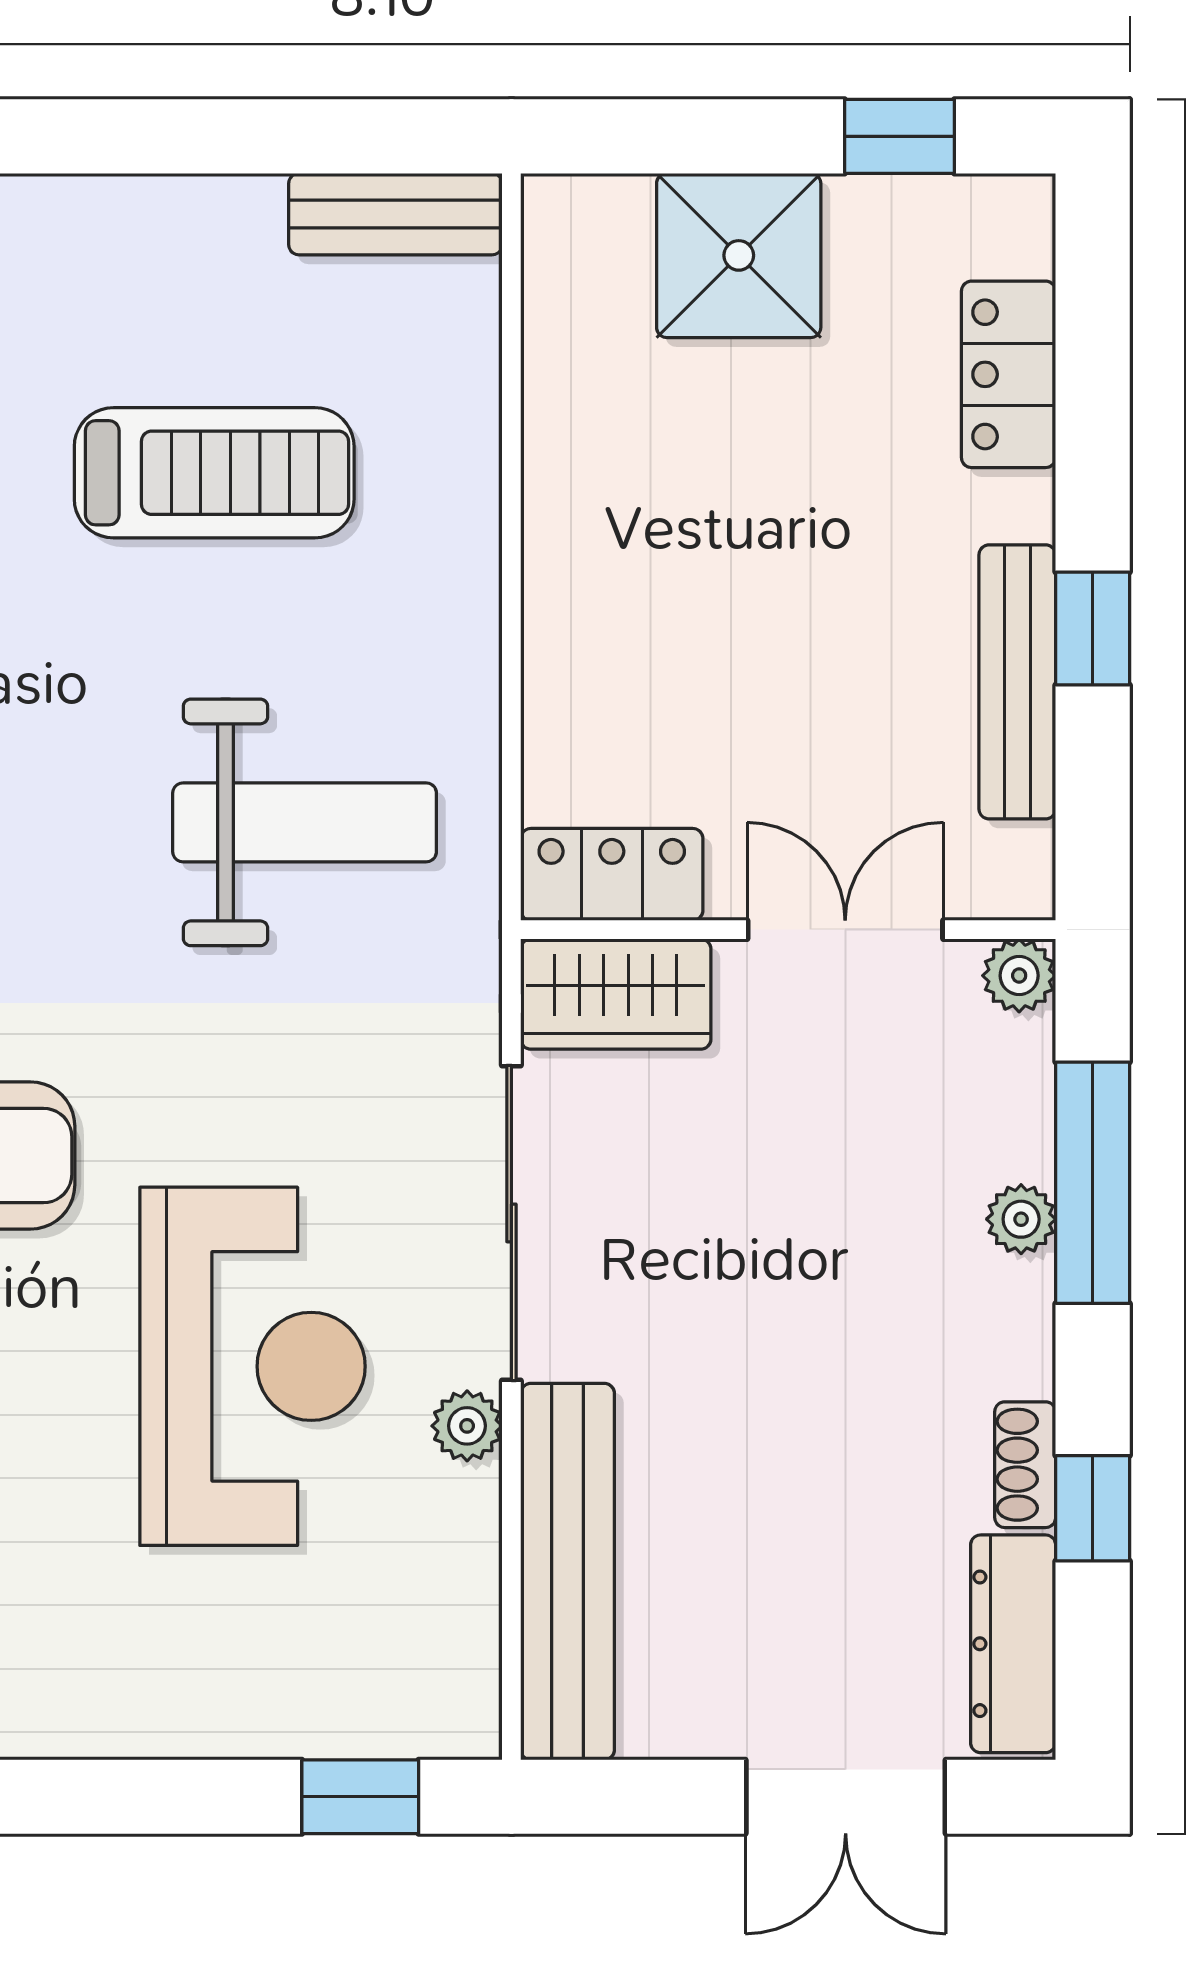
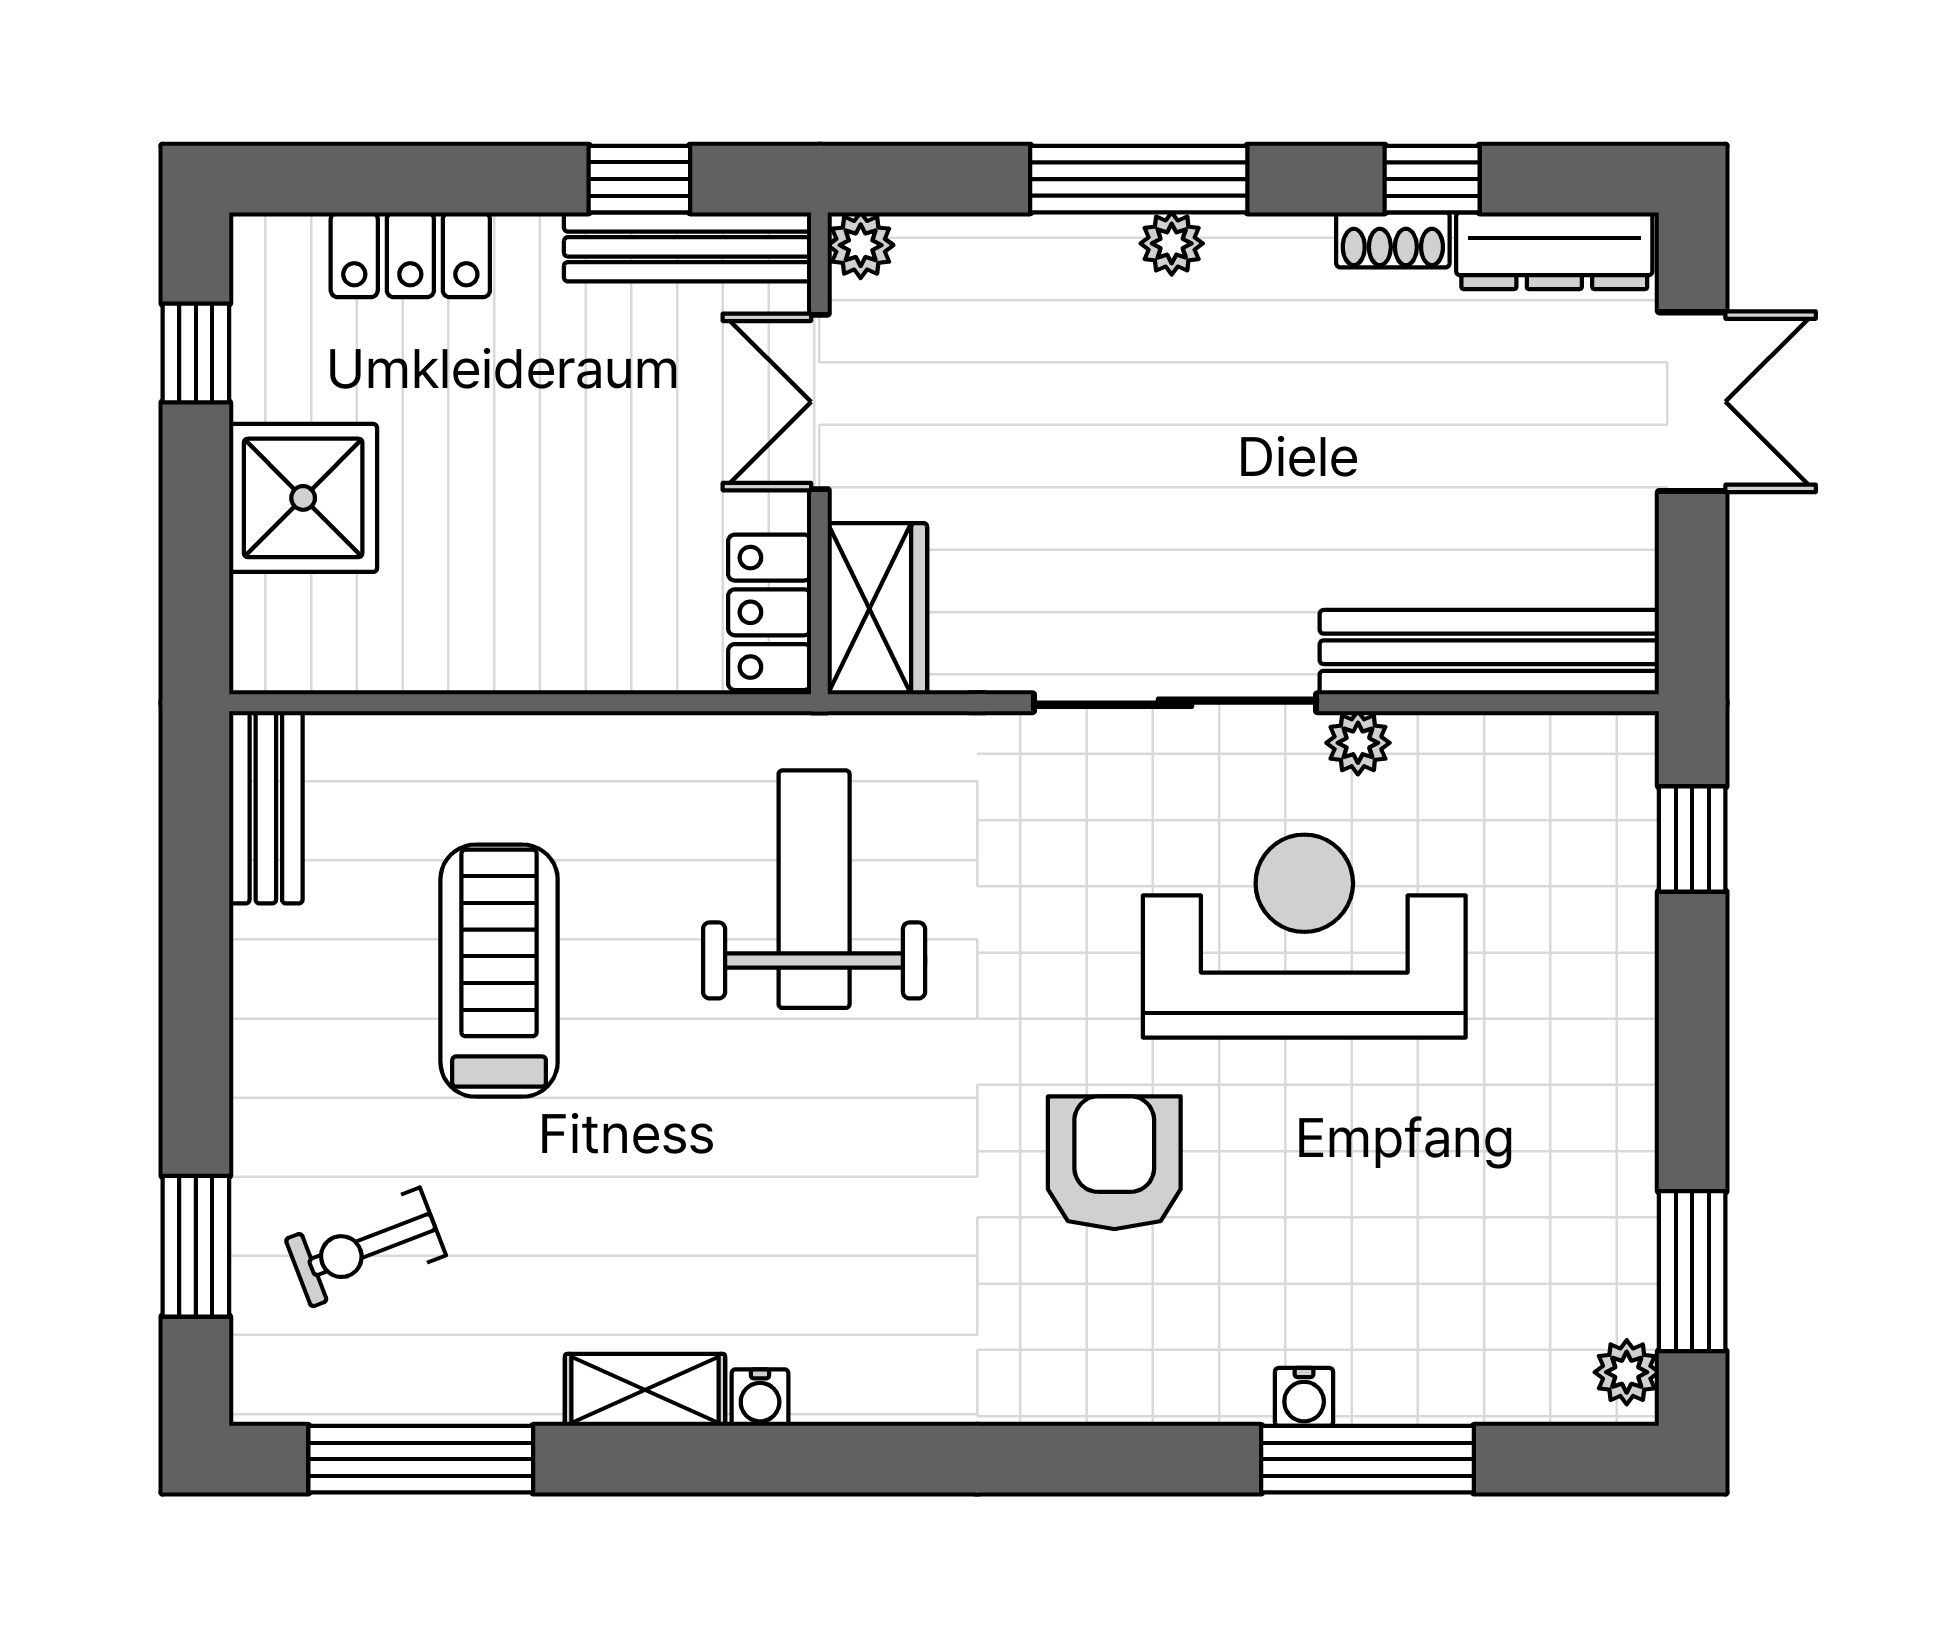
locker: (612, 874) -> (770, 612), moved
wall: (788, 930) -> (819, 453), moved
double door: (845, 930) -> (819, 402), moved
plant: (1019, 976) -> (861, 245), moved
wardrobe: (616, 994) -> (877, 609), moved

